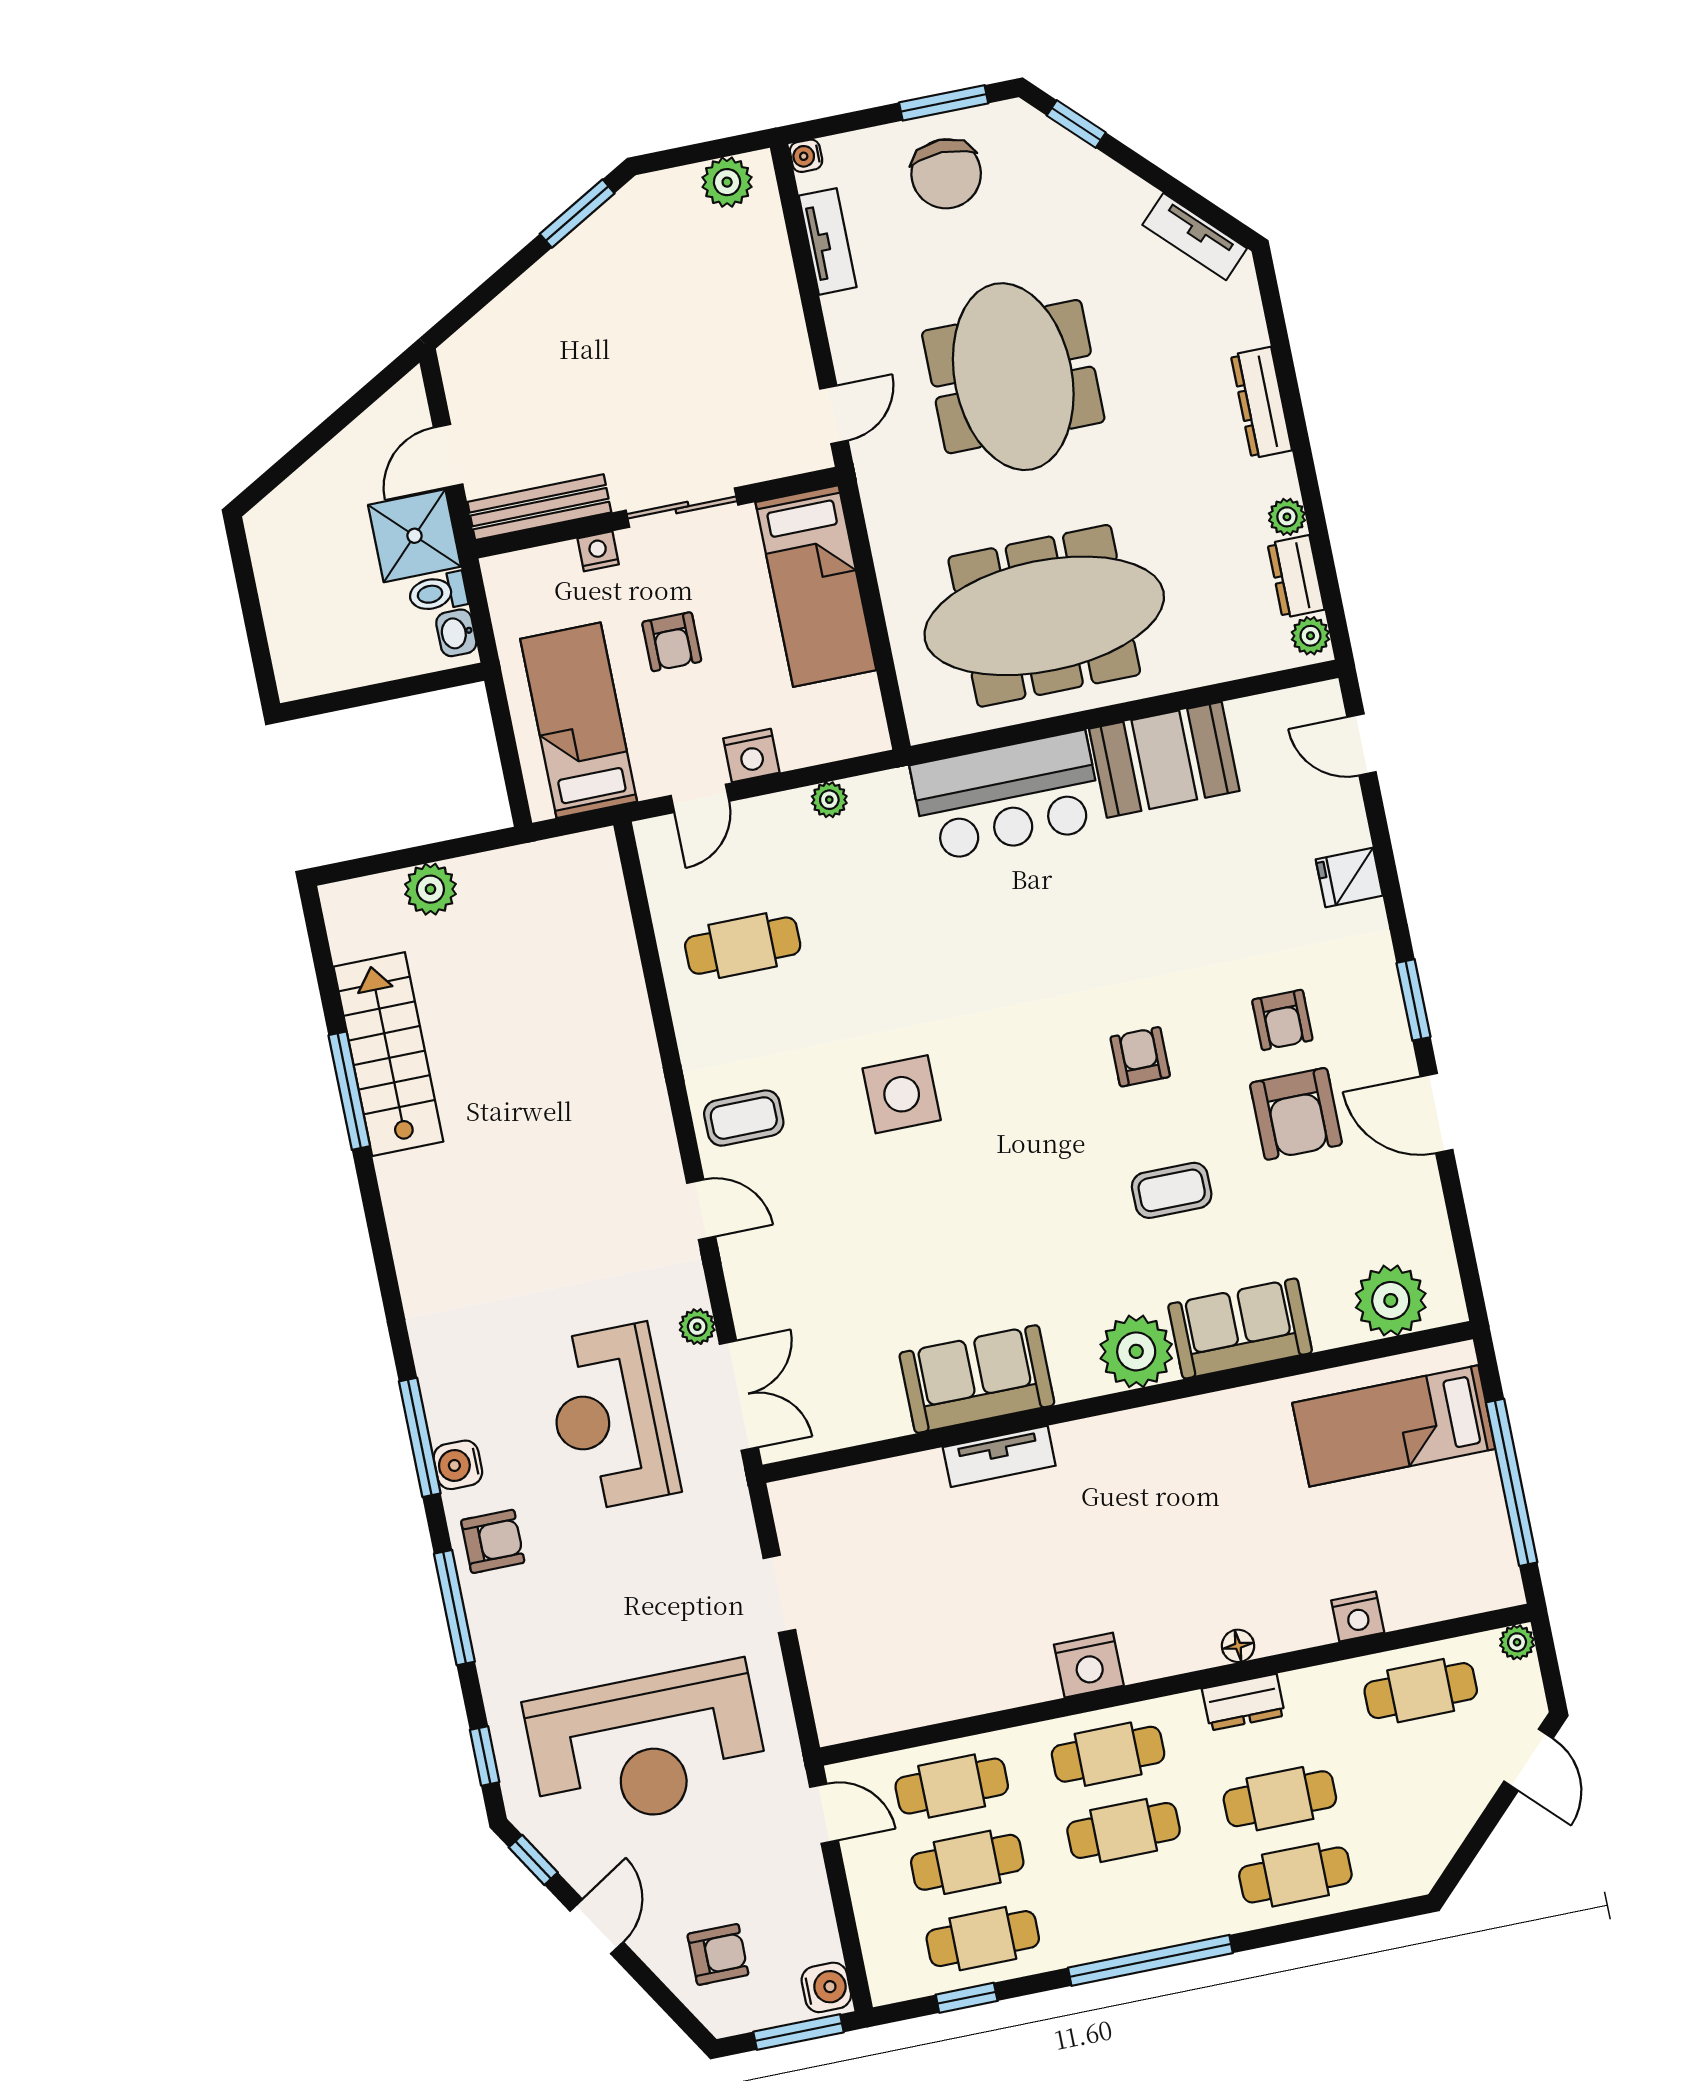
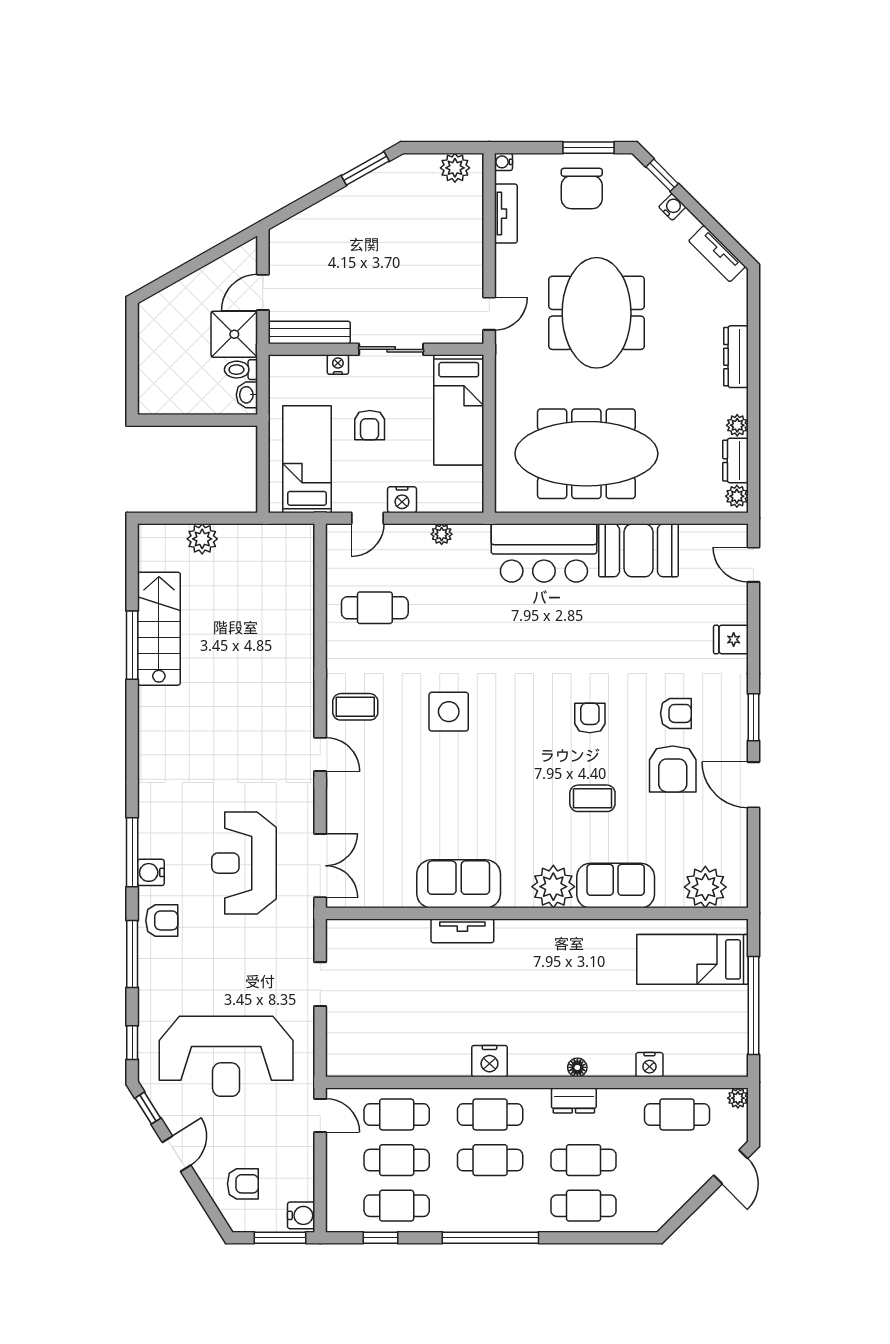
water cooler: (1104, 174) -> (672, 207), added
armchair: (1282, 1020) -> (676, 713), turned -90
plant: (697, 1327) -> (304, 821), removed

